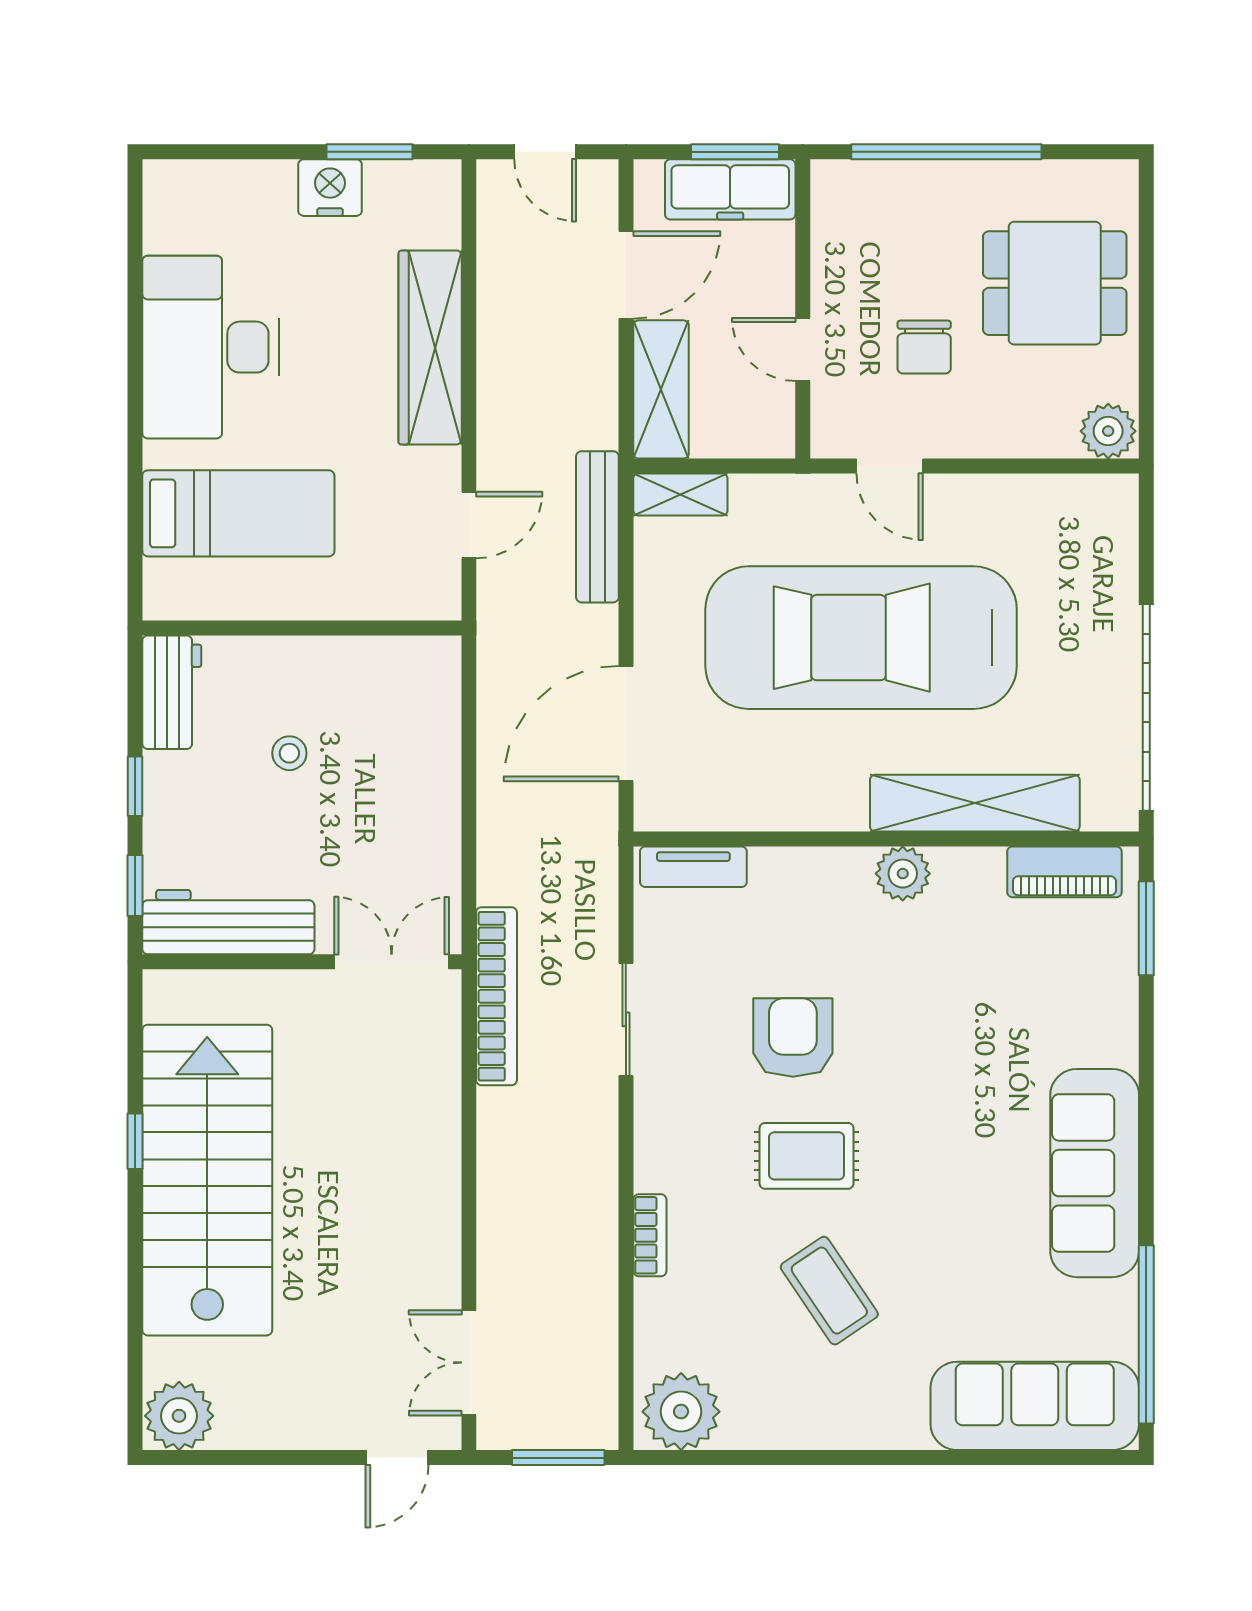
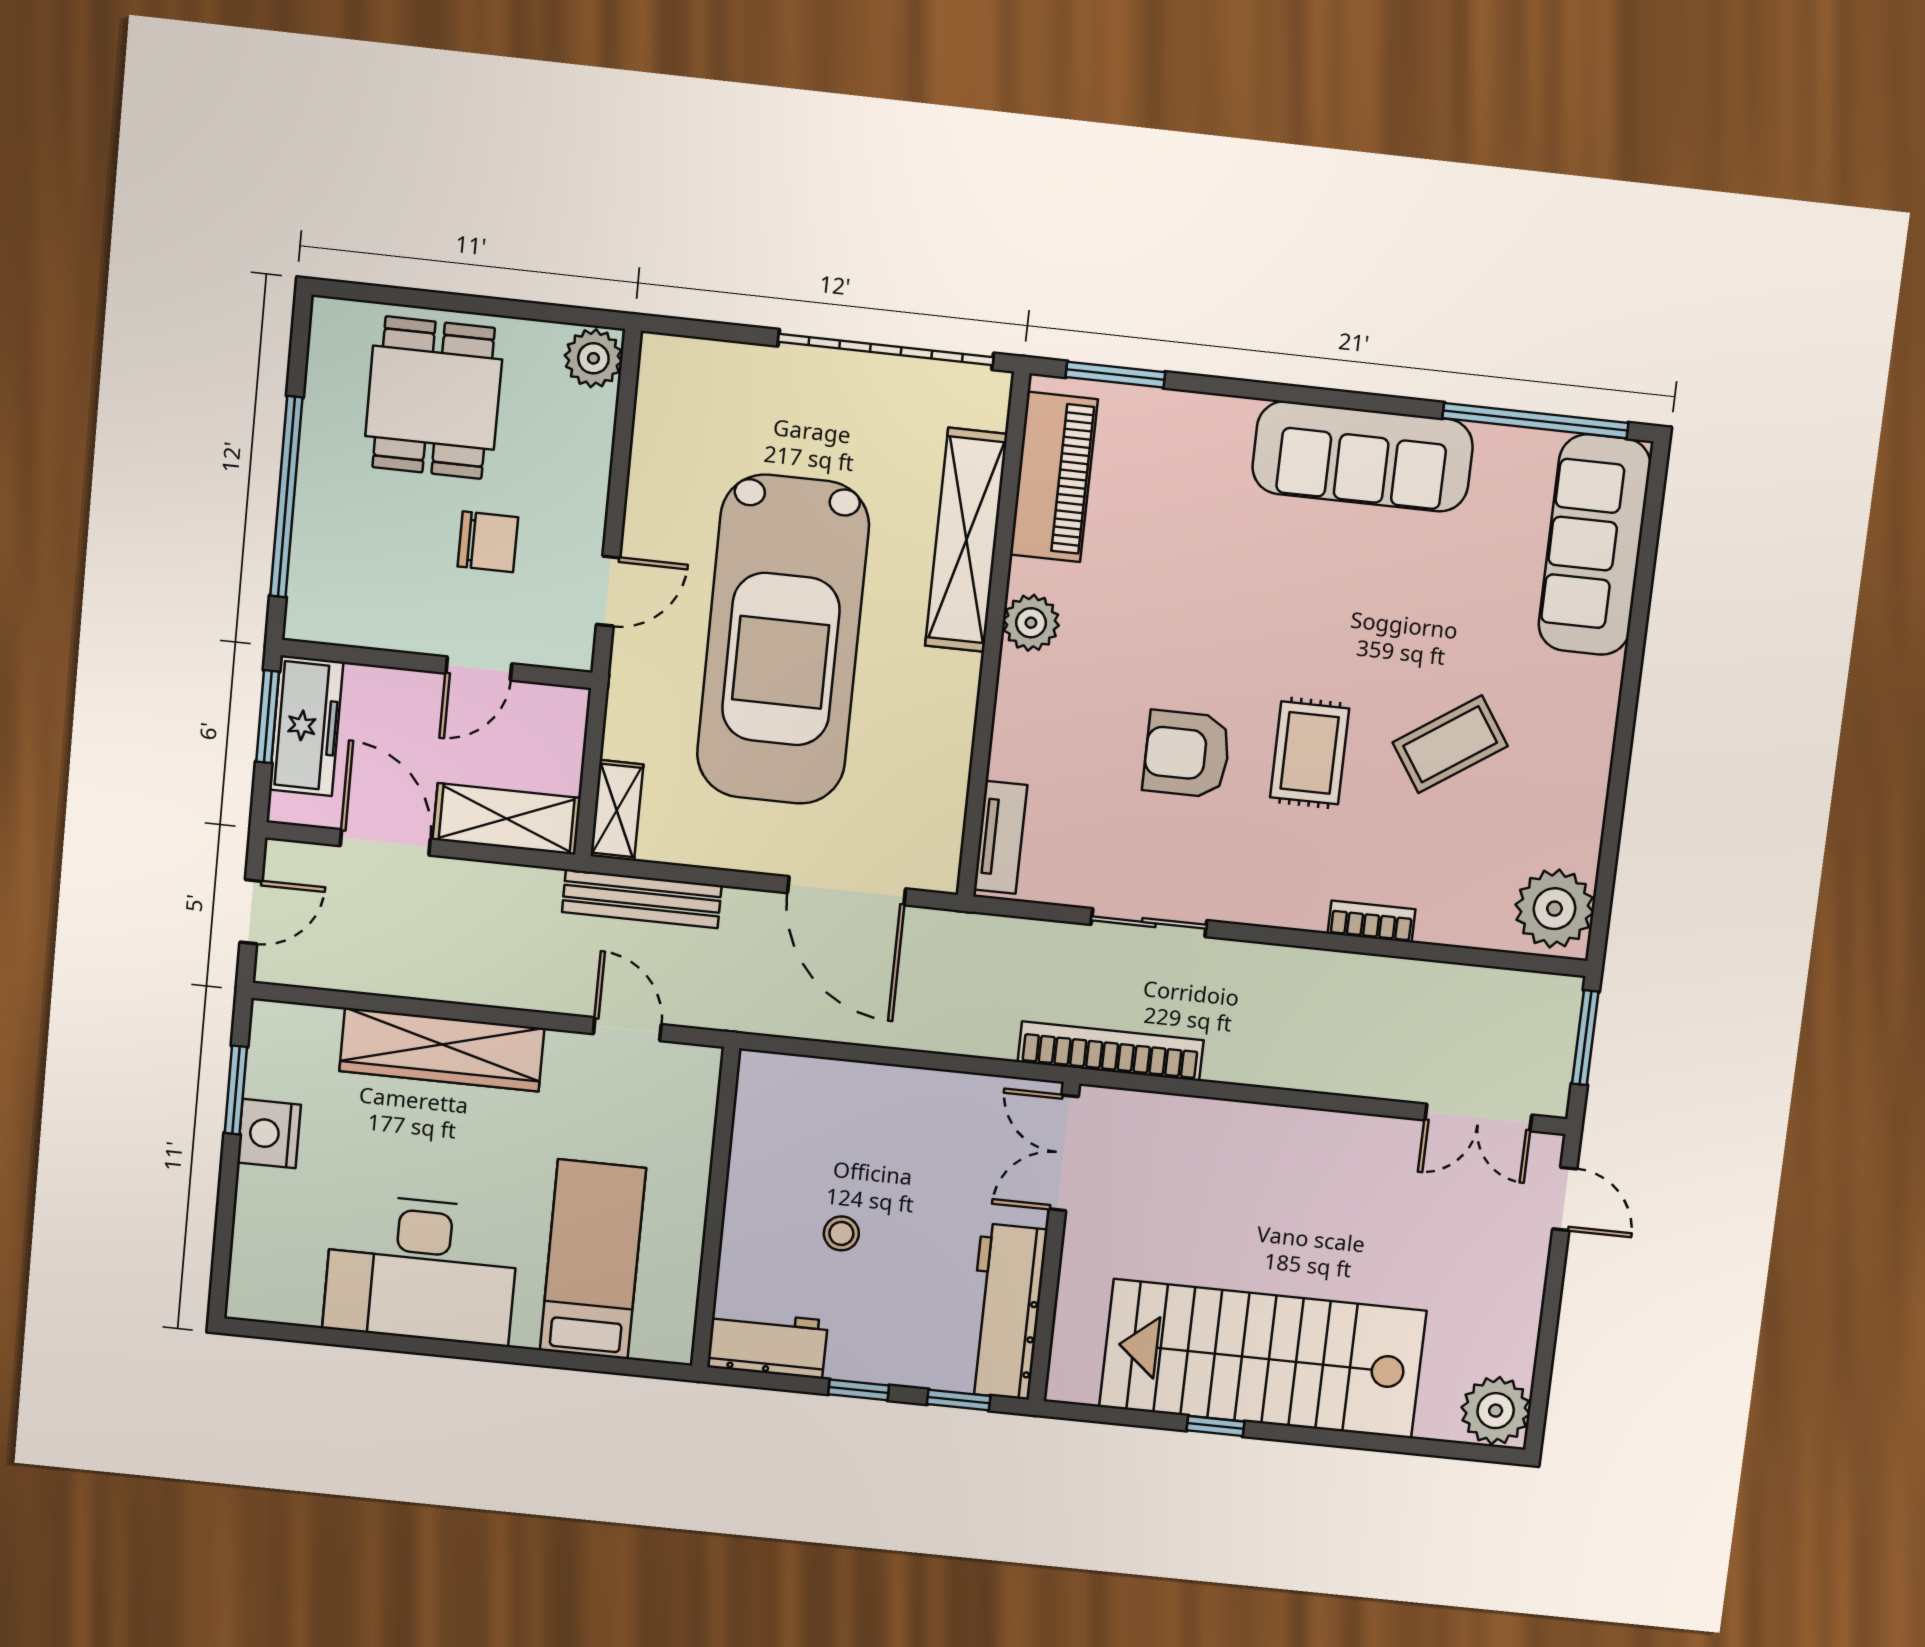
piano: (1064, 872) -> (1054, 477), width x1.37, depth x1.33

